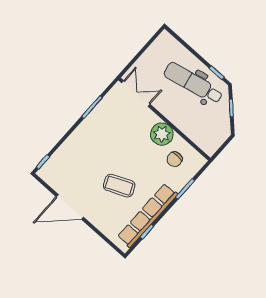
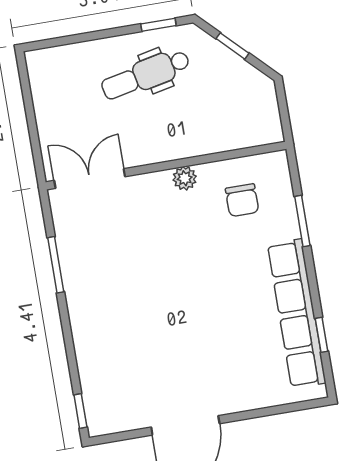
dental chair: (193, 83) -> (146, 75), width x0.73, depth x0.72
plant: (162, 134) -> (185, 178), width x0.53, depth x0.53
coffee table: (119, 186) -> (214, 321), removed

